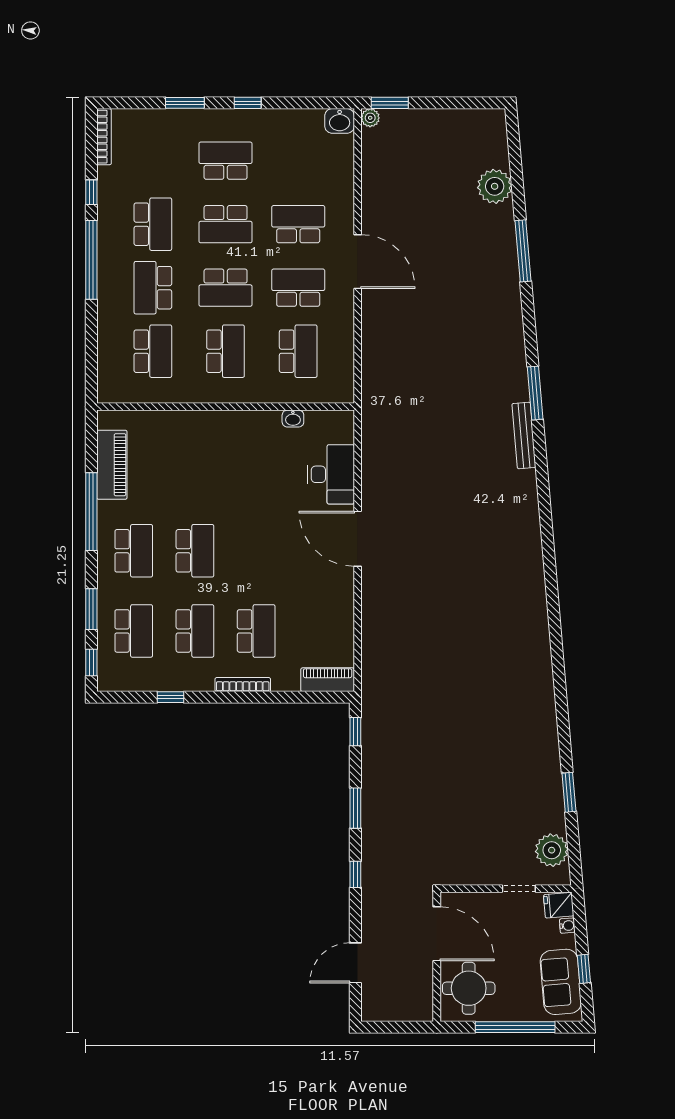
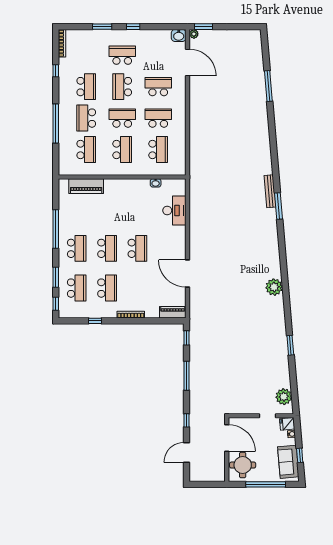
plant: (495, 186) -> (274, 287), moved
school desk: (226, 224) -> (122, 87), turned 90
window: (523, 251) -> (268, 86), moved
window: (91, 260) -> (56, 124), moved
door: (358, 262) -> (188, 62), moved
school desk: (226, 288) -> (122, 118), turned 180
window: (535, 393) -> (279, 206), moved
piano: (112, 465) -> (86, 186), moved, turned 90
door: (358, 539) -> (188, 274), moved
school desk: (256, 631) -> (137, 248), moved
window: (569, 792) -> (290, 345), moved
window: (355, 808) -> (187, 376), width x1.44
window: (355, 874) -> (187, 420), moved

